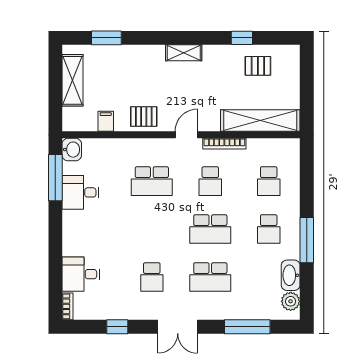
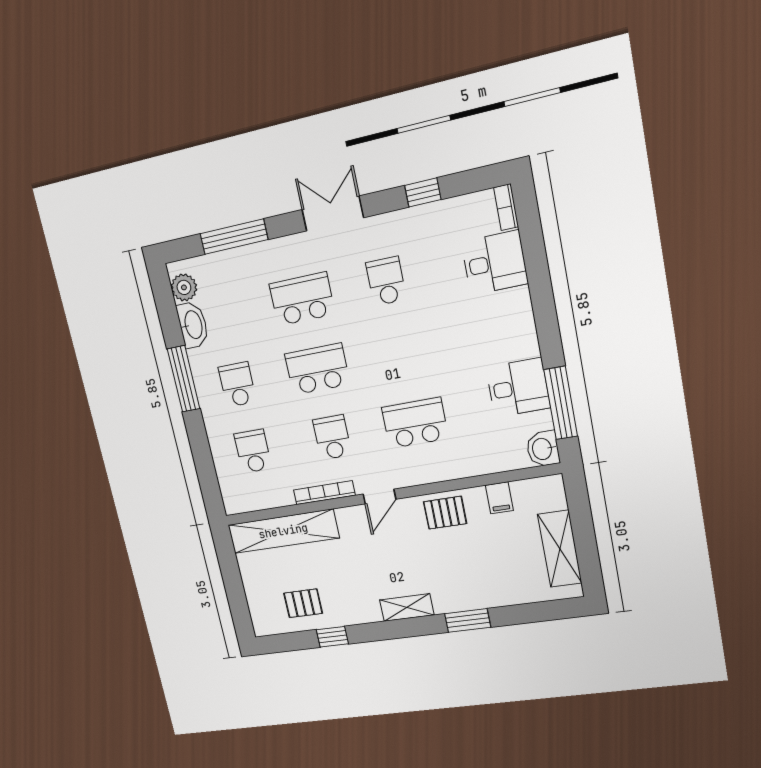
window: (106, 38) -> (468, 620), moved

